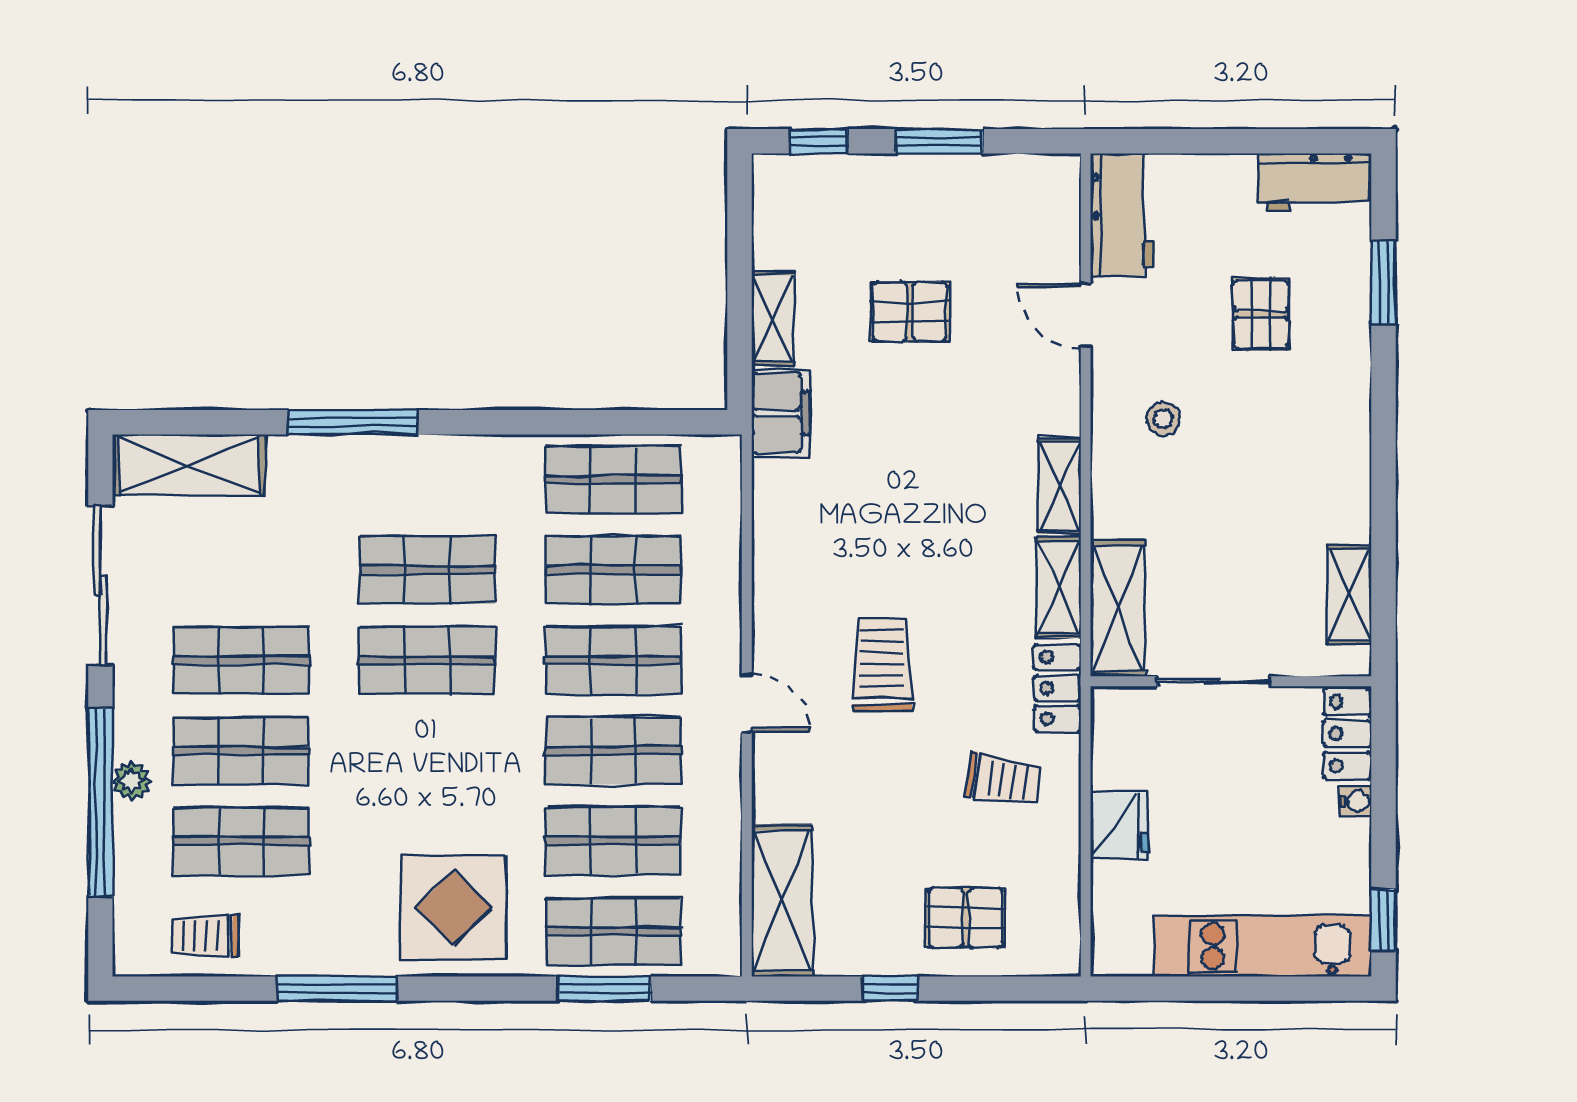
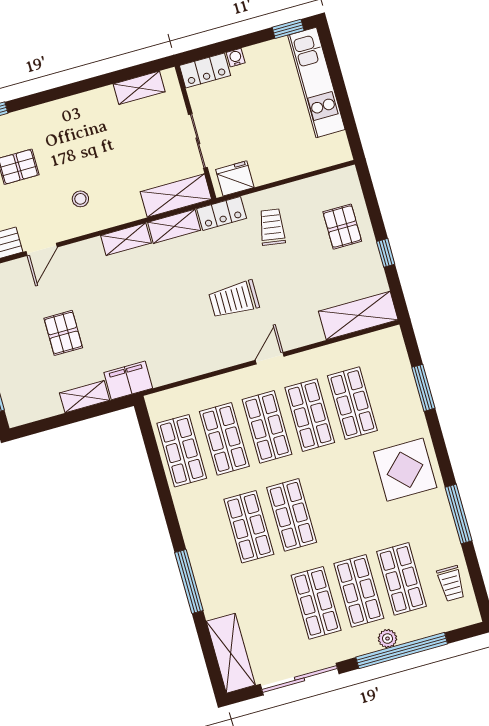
fridge: (1119, 825) -> (235, 178), moved
shop shelf: (613, 931) -> (395, 391), removed

